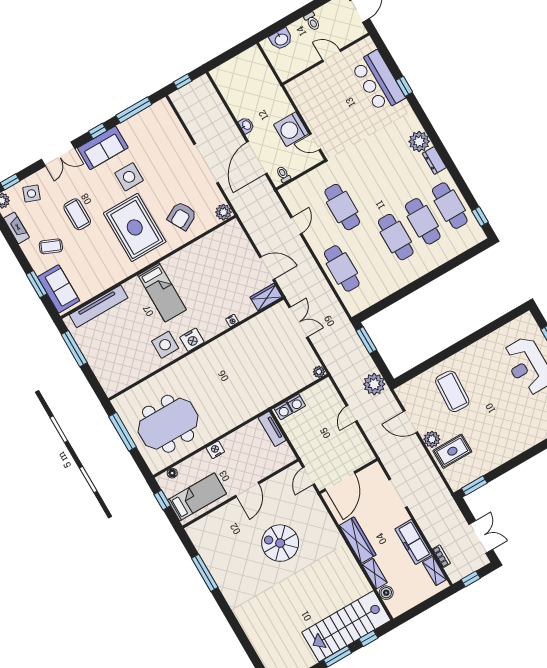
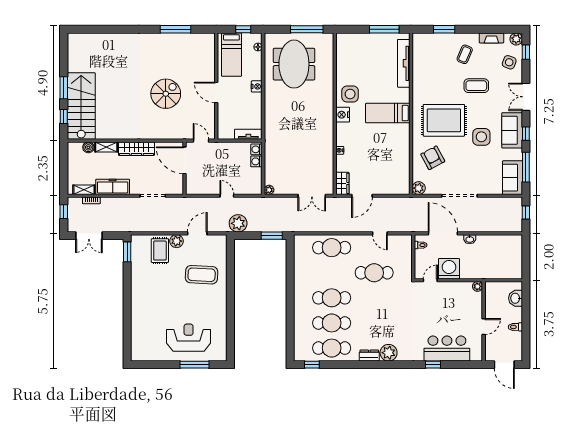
plant: (292, 87) -> (478, 286), added
sofa: (59, 289) -> (513, 178), moved, turned 90

